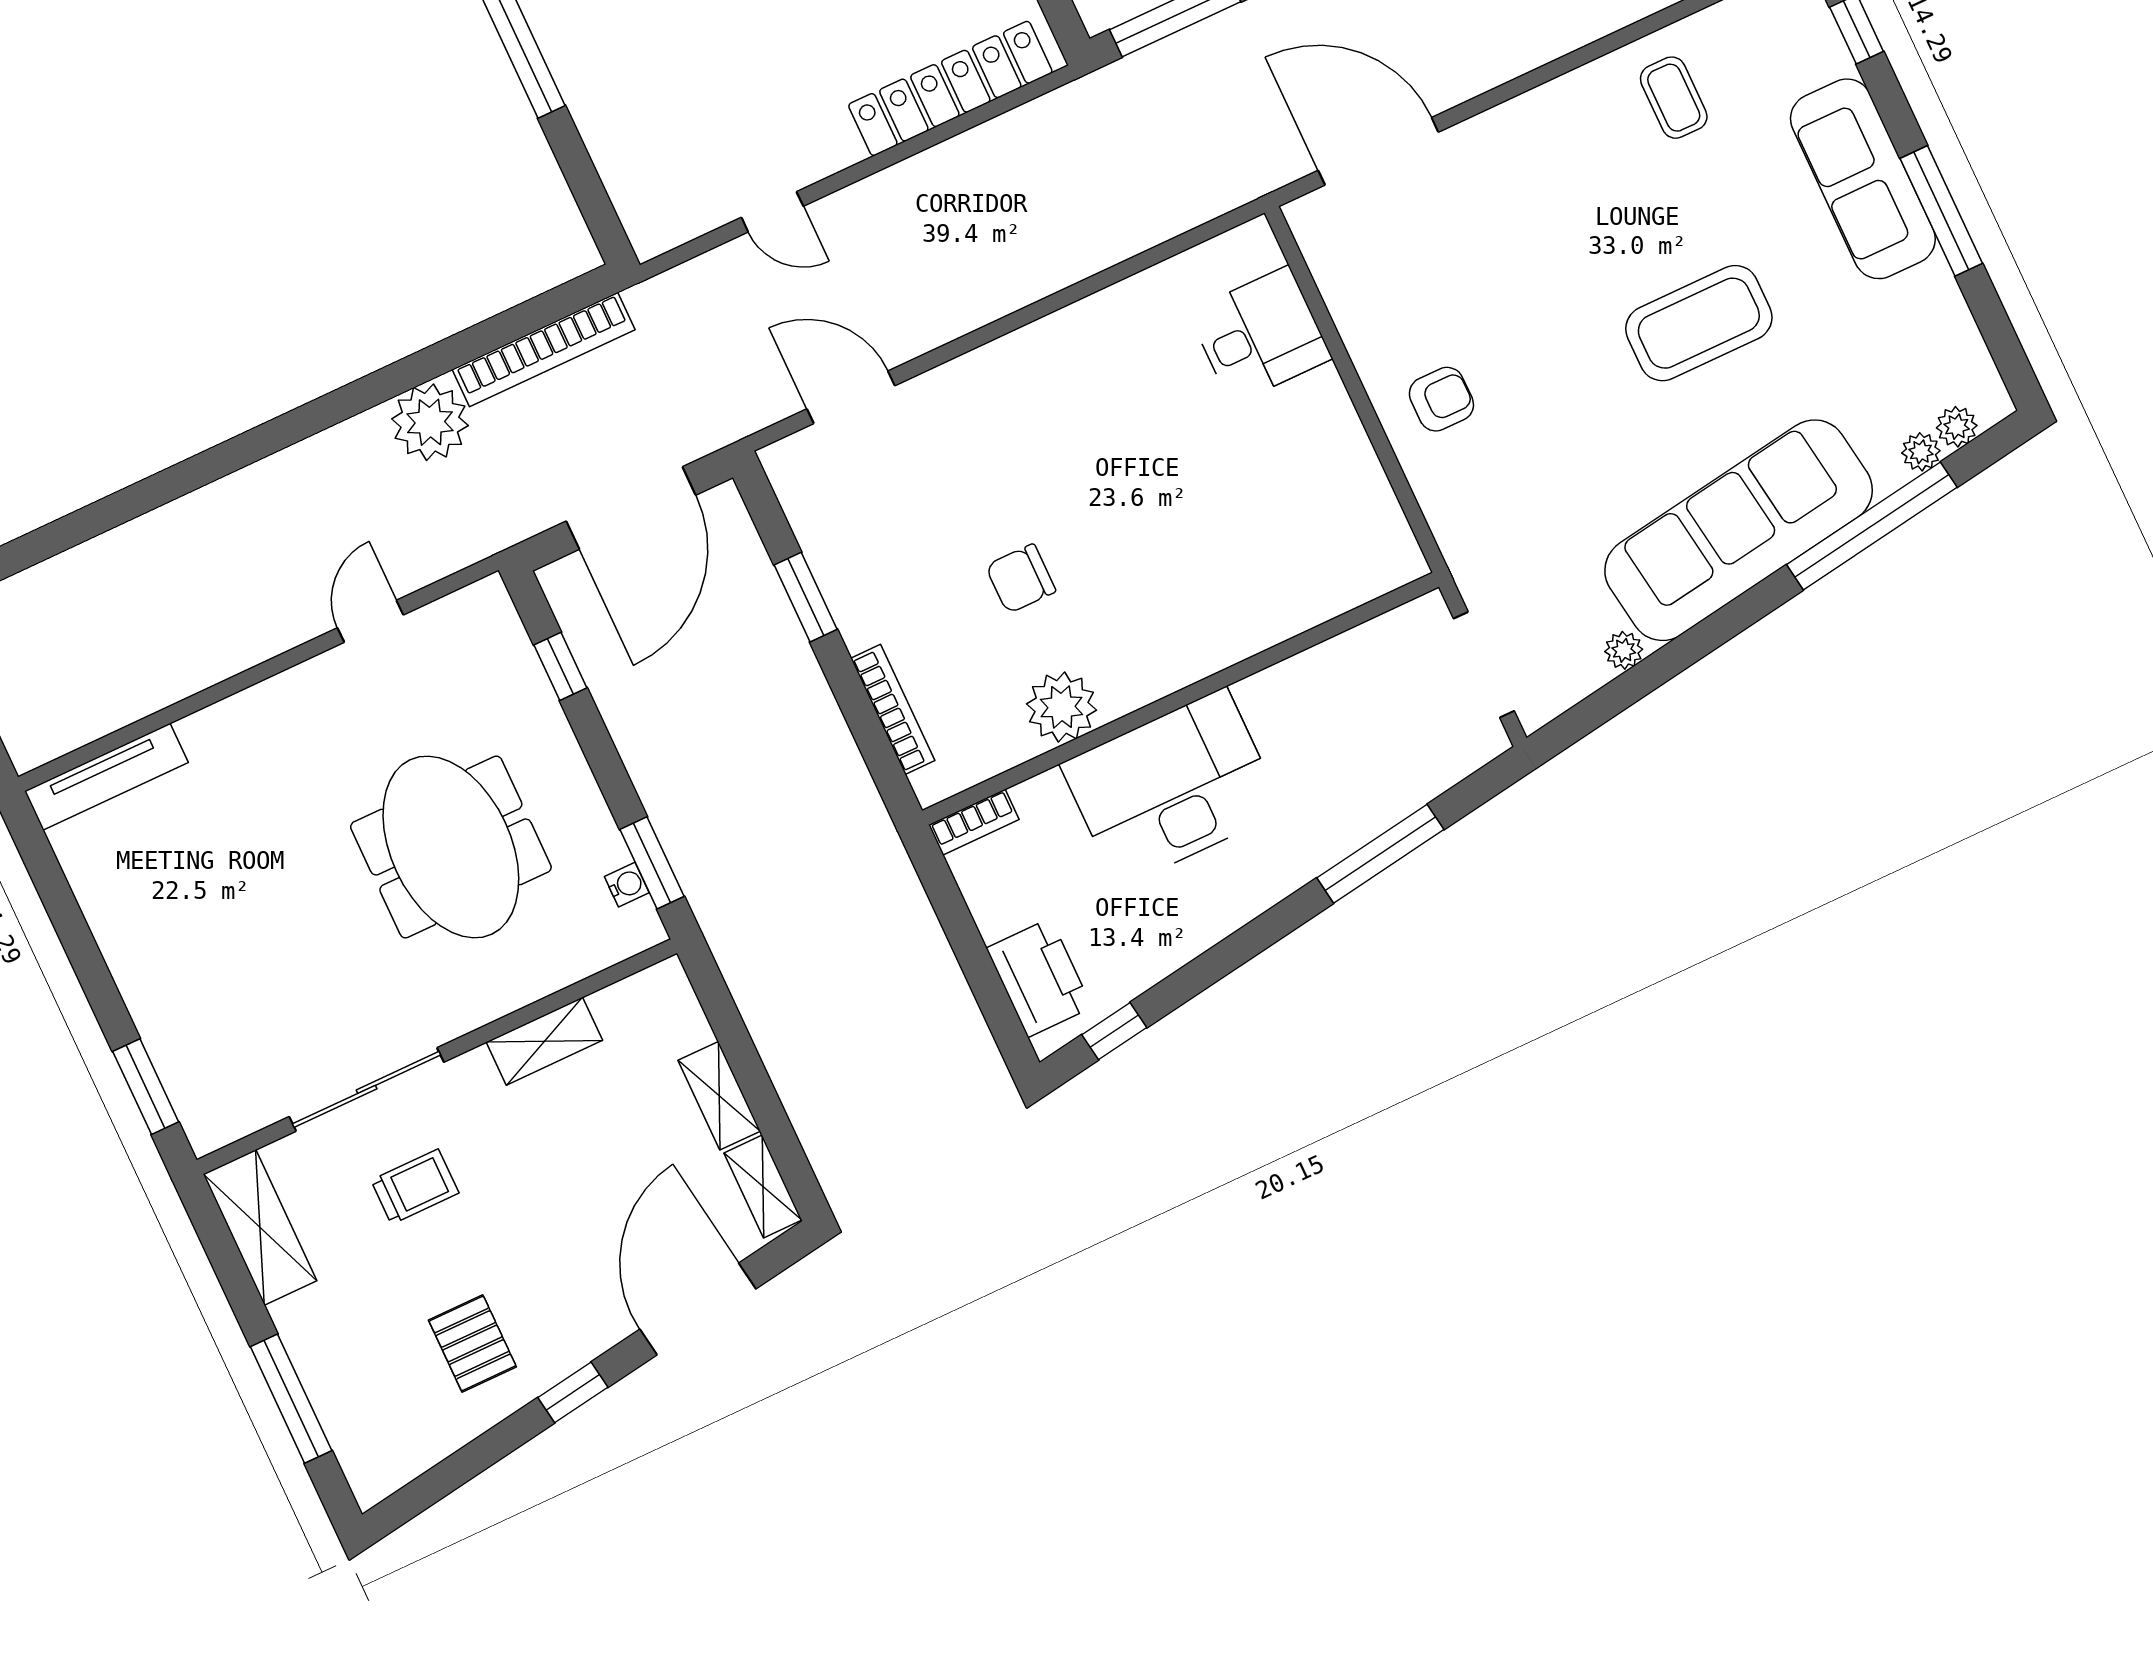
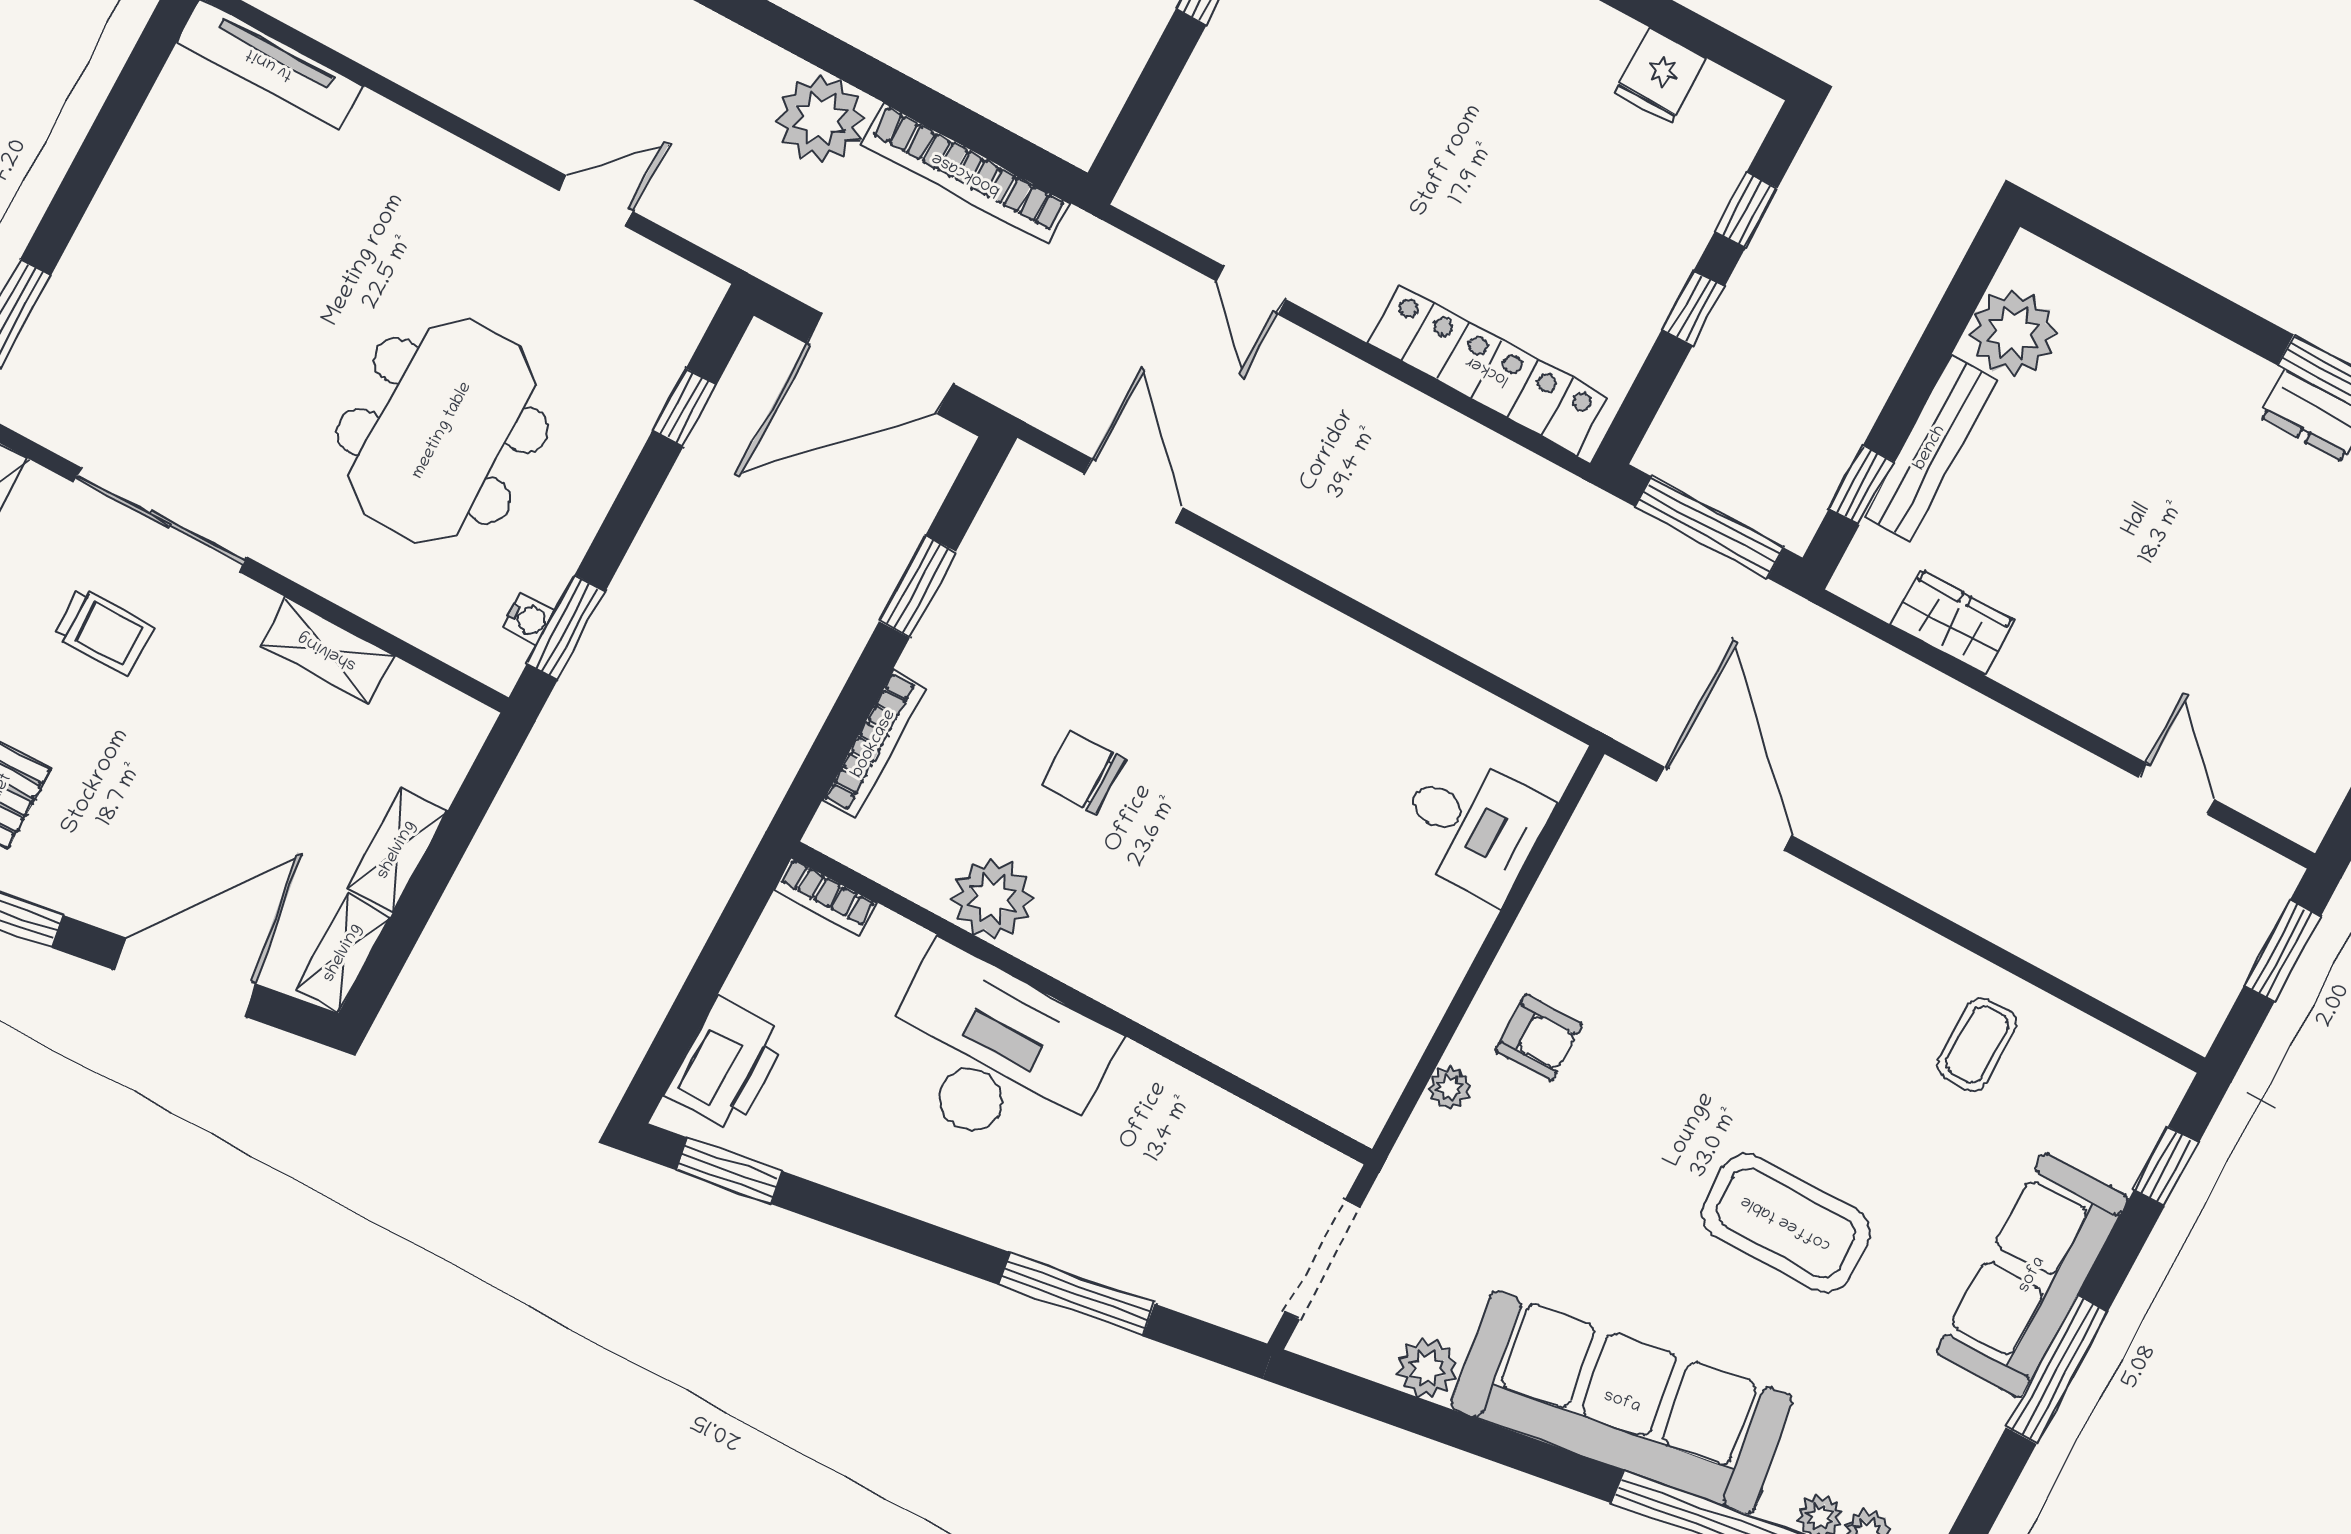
plant: (1430, 487) -> (1449, 1088), added
plant: (1624, 650) -> (1427, 1369), width x1.38, depth x1.38
window: (1114, 1031) -> (729, 1171), width x1.50

